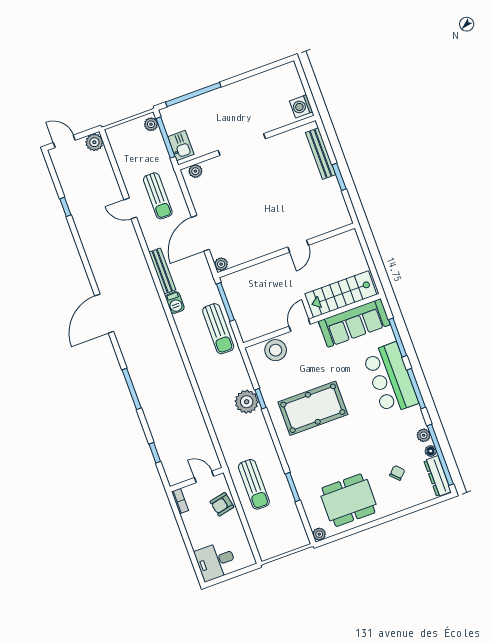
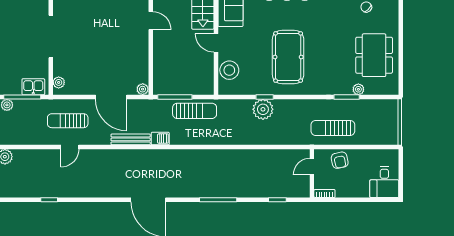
sun lounger: (158, 196) -> (68, 121), turned 180
sun lounger: (254, 484) -> (333, 128), turned 180
plant: (319, 534) -> (358, 89), moved

